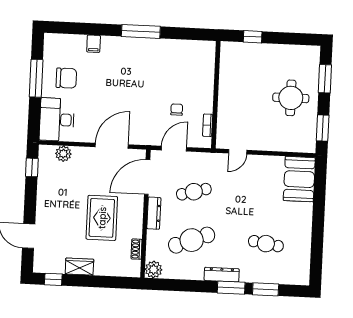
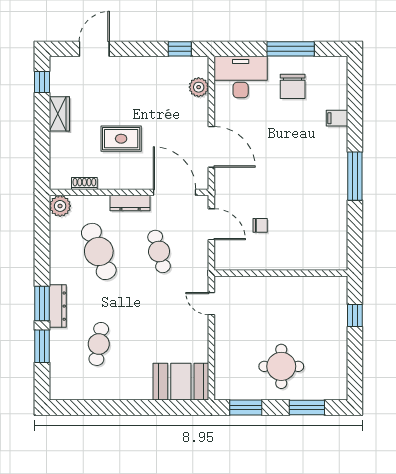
bookcase: (208, 125) -> (242, 265), removed
rug: (102, 218) -> (121, 139), width x0.73, depth x0.70
dresser: (222, 275) -> (58, 306), moved

